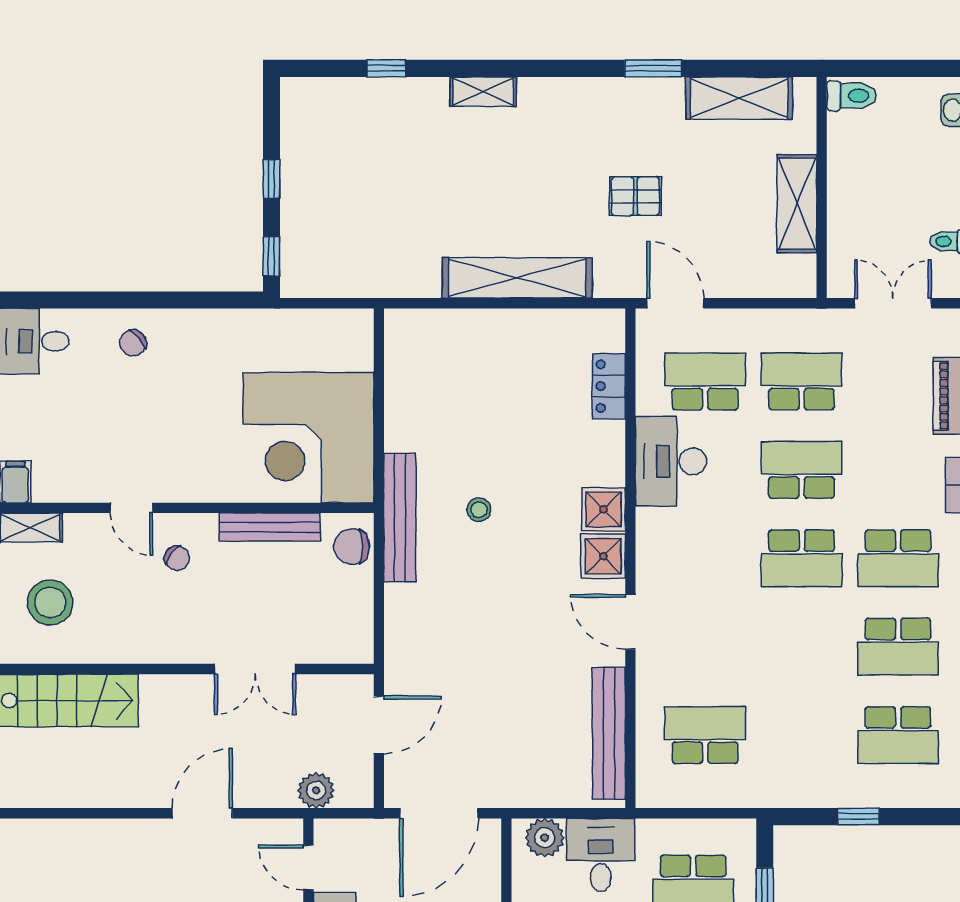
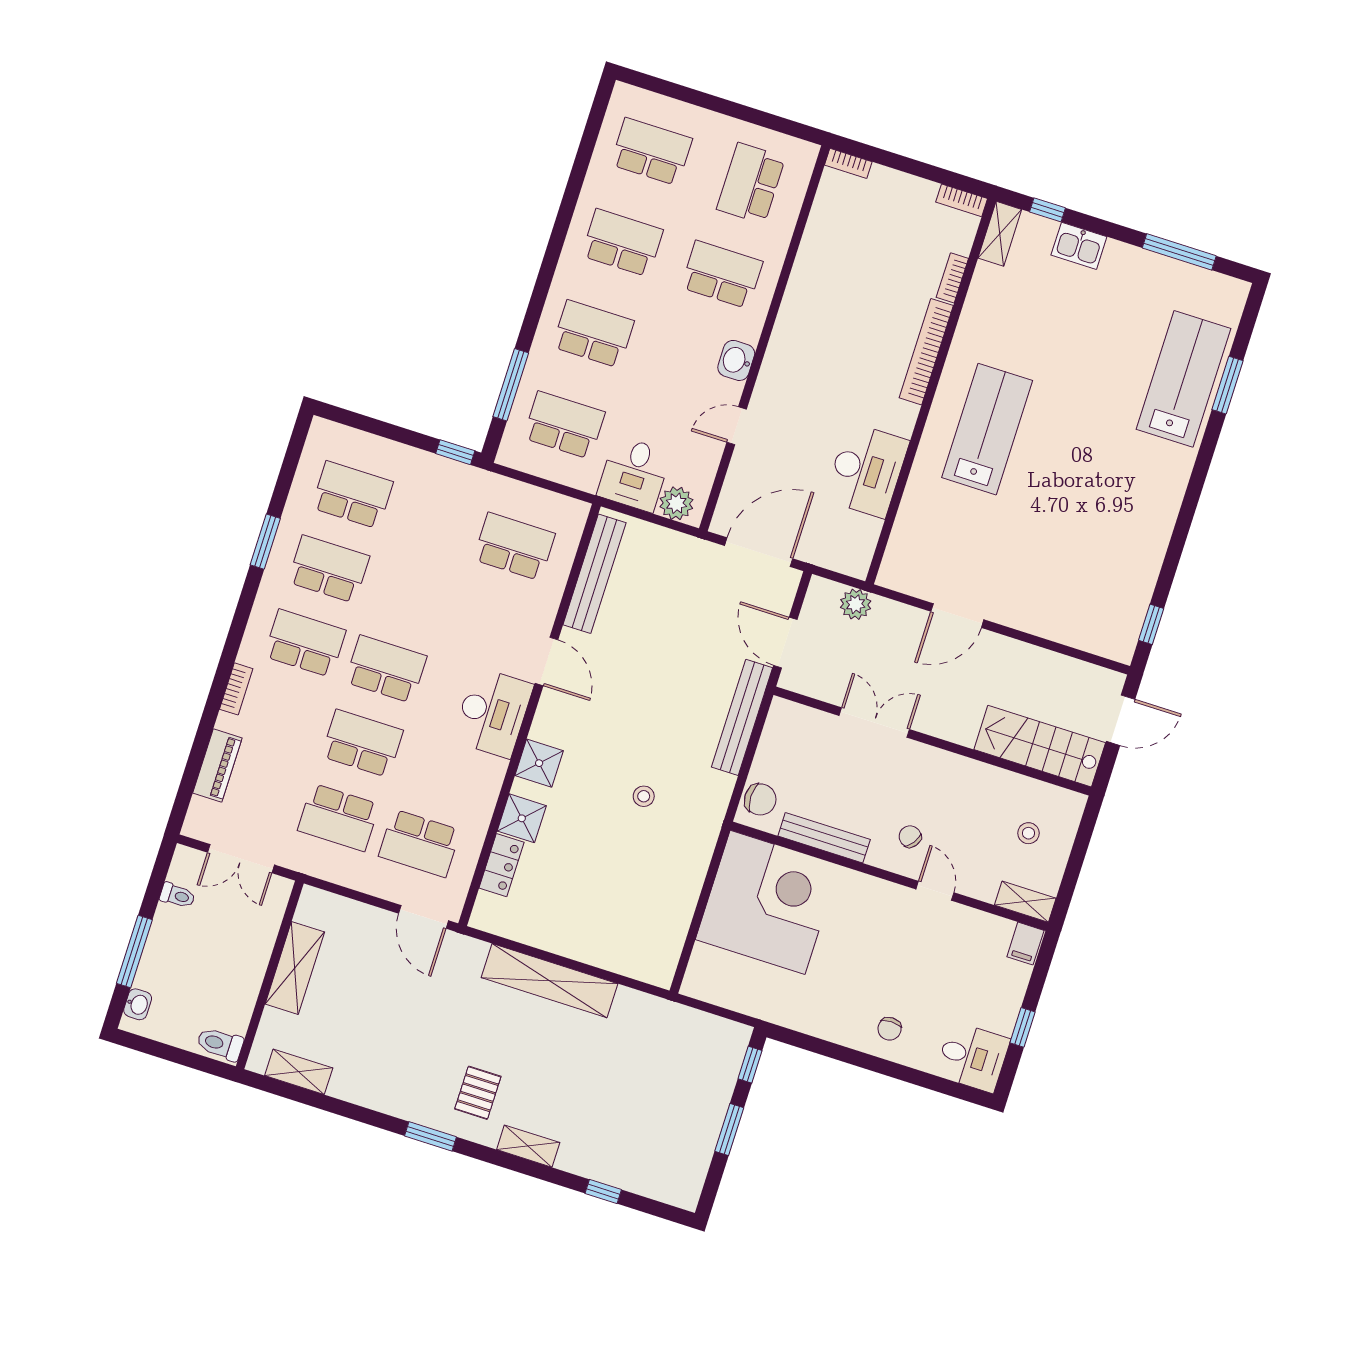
window: (653, 68) -> (431, 1136), moved
shelving: (739, 98) -> (299, 1072), width x0.67, depth x0.75
window: (271, 179) -> (729, 1129), width x1.50
pallet: (635, 196) -> (478, 1093), moved, turned 90
chair: (133, 343) -> (890, 1029), turned 130
desk: (671, 461) -> (493, 713), moved
school desk: (802, 470) -> (362, 743), turned 180
bench: (400, 518) -> (742, 717), moved
shower: (603, 556) -> (522, 818), moved
stool: (50, 603) -> (1029, 833), width x0.53, depth x0.53
door: (379, 725) -> (785, 643), hinge flipped
school desk: (705, 735) -> (514, 546), turned 180
window: (858, 817) -> (455, 452), moved
door: (308, 867) -> (883, 542), removed

